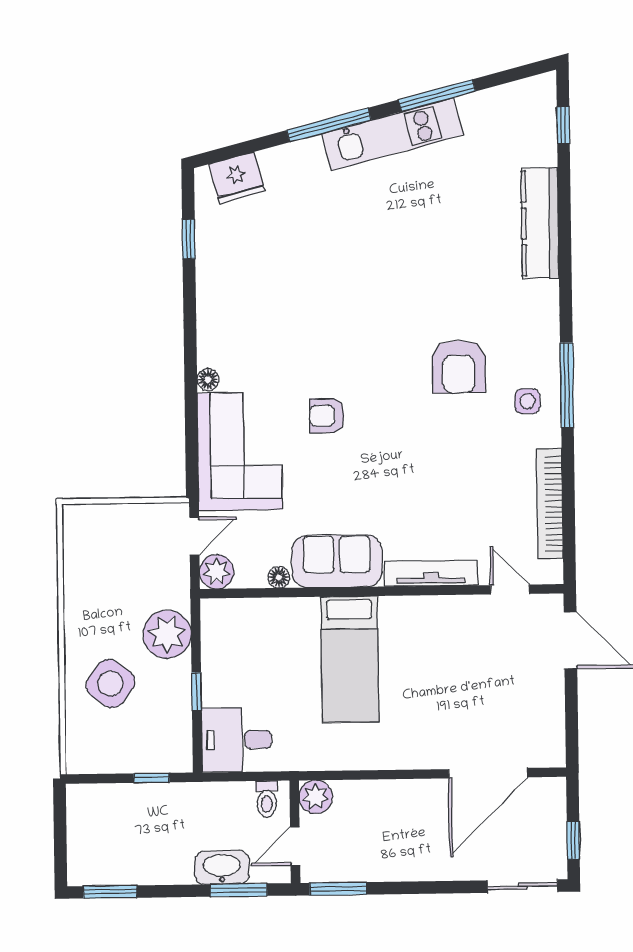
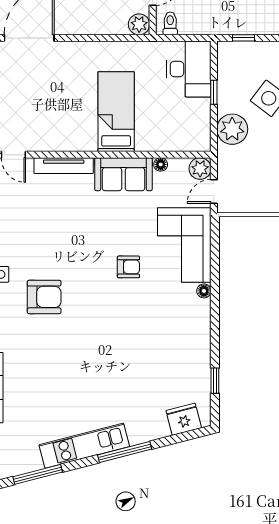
window: (437, 96) -> (38, 474), moved
armchair: (459, 367) -> (44, 297), turned 90
desk: (237, 740) -> (189, 69), width x1.37

